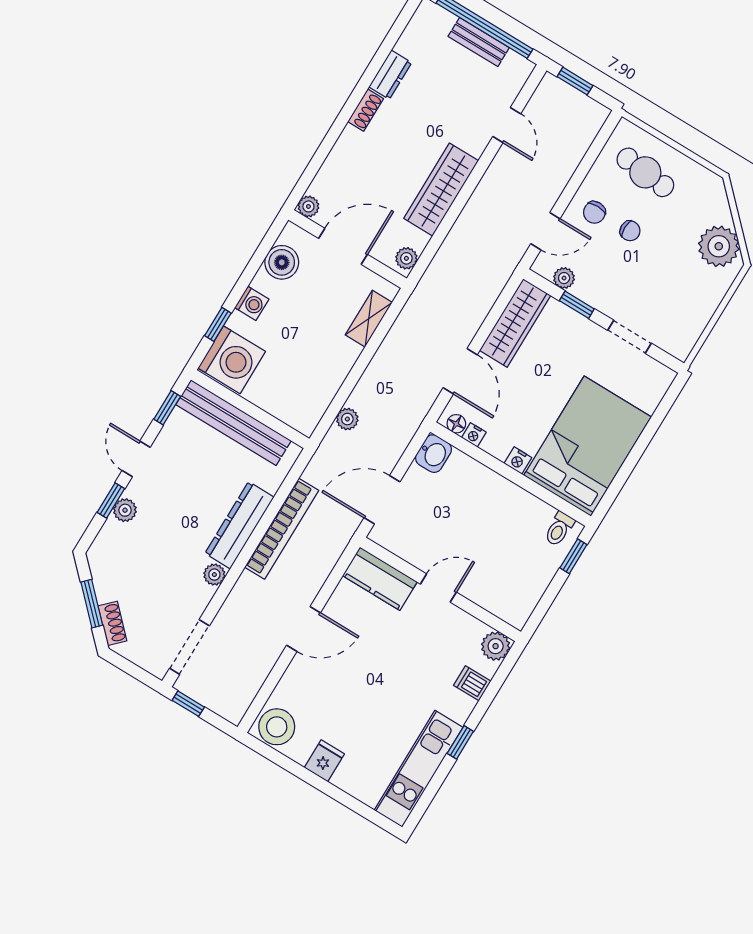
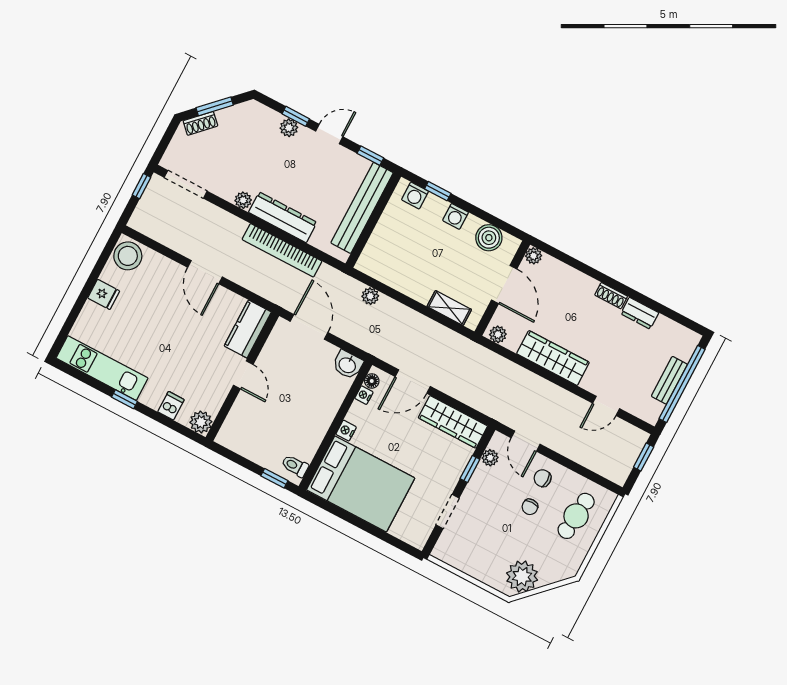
washing machine: (232, 360) -> (415, 196), width x0.53, depth x0.53

